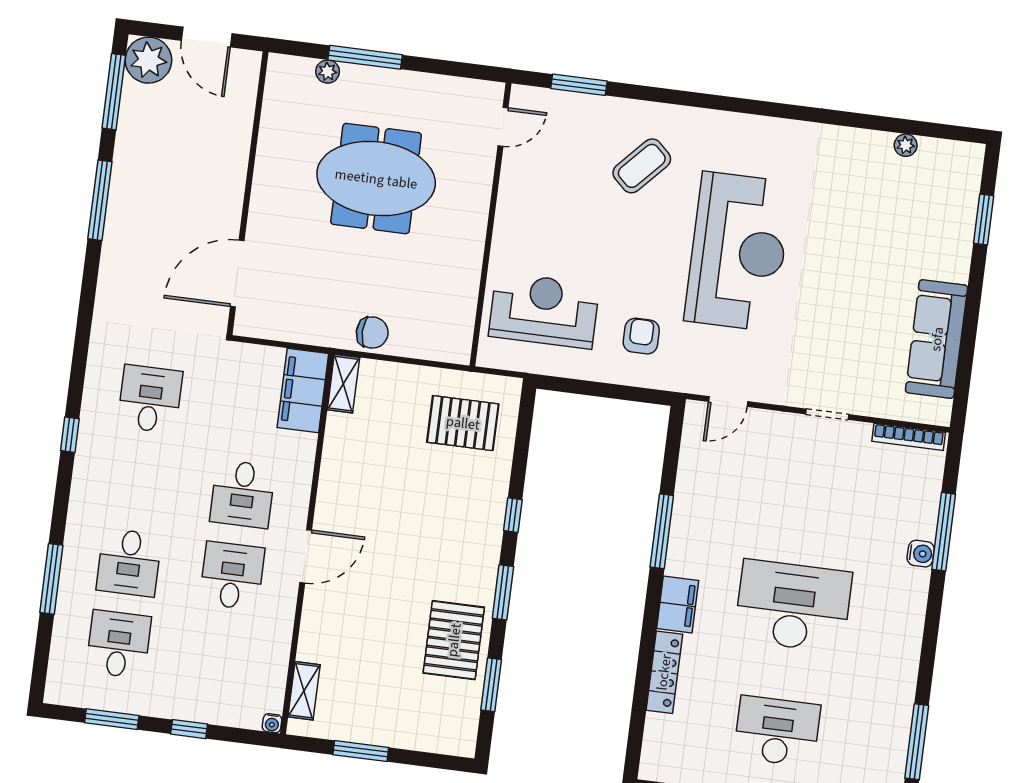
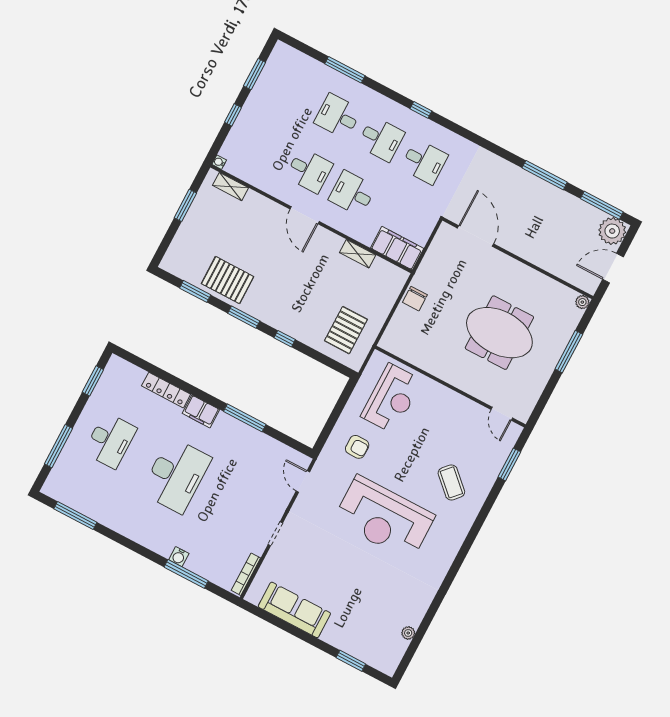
plant: (328, 72) -> (582, 302), moved
meeting table: (376, 179) -> (499, 333), turned 90
shelving: (343, 384) -> (358, 254), moved
desk: (119, 644) -> (381, 139), moved

